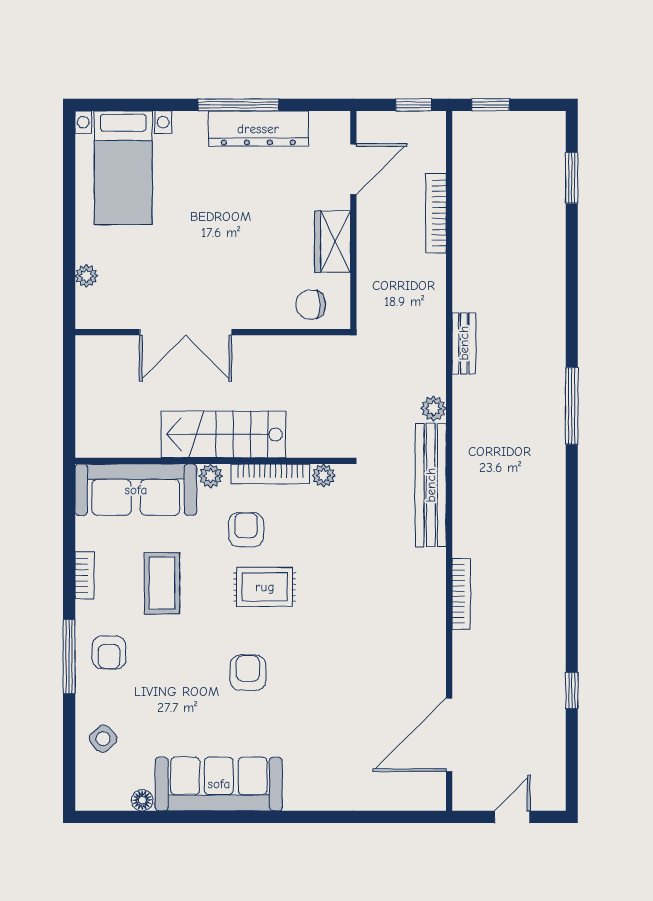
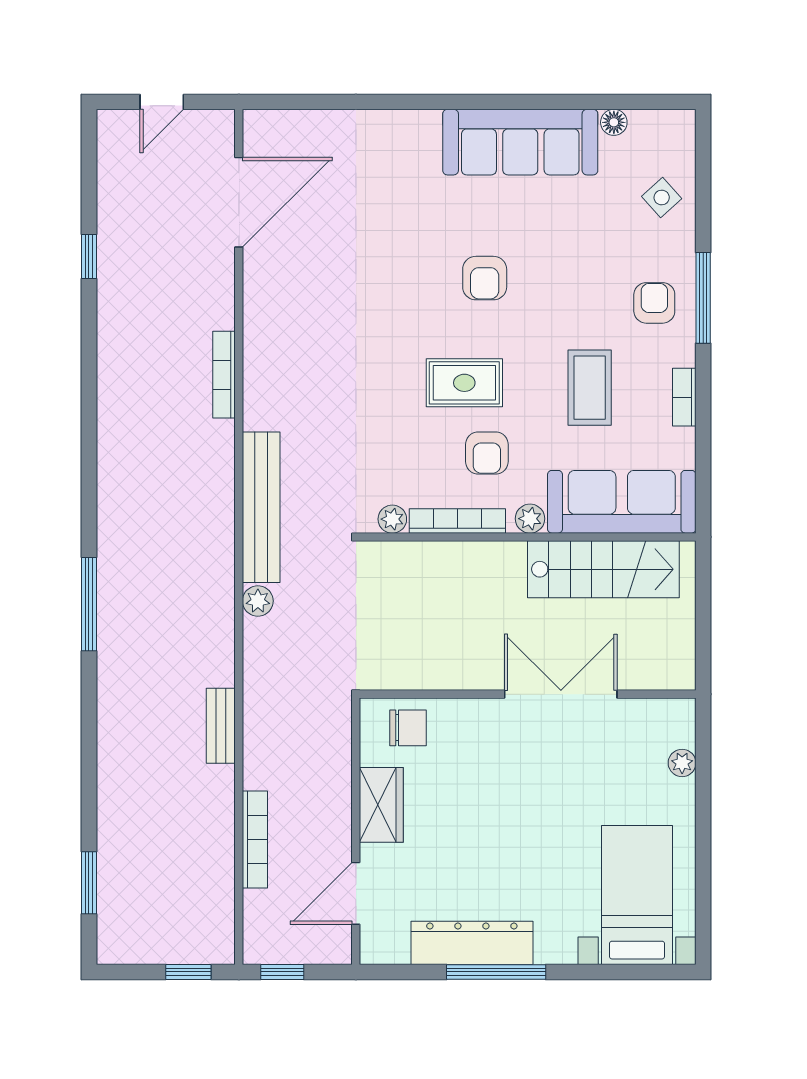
bench: (464, 343) -> (221, 726), moved
stairs: (223, 434) -> (603, 569), moved

